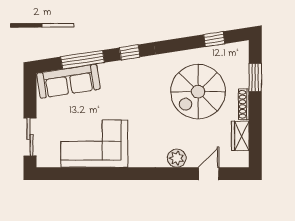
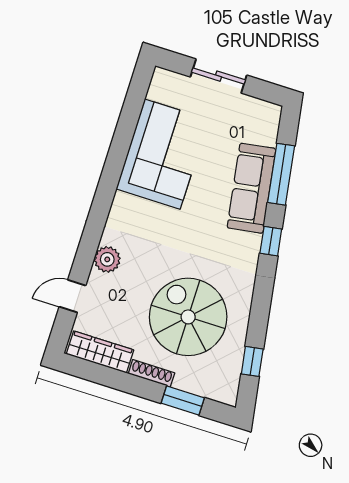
sofa: (68, 81) -> (251, 188), moved
wardrobe: (240, 136) -> (100, 352), width x1.50
sliding door: (30, 137) -> (219, 76), moved
door: (209, 174) -> (72, 296), swing flipped

